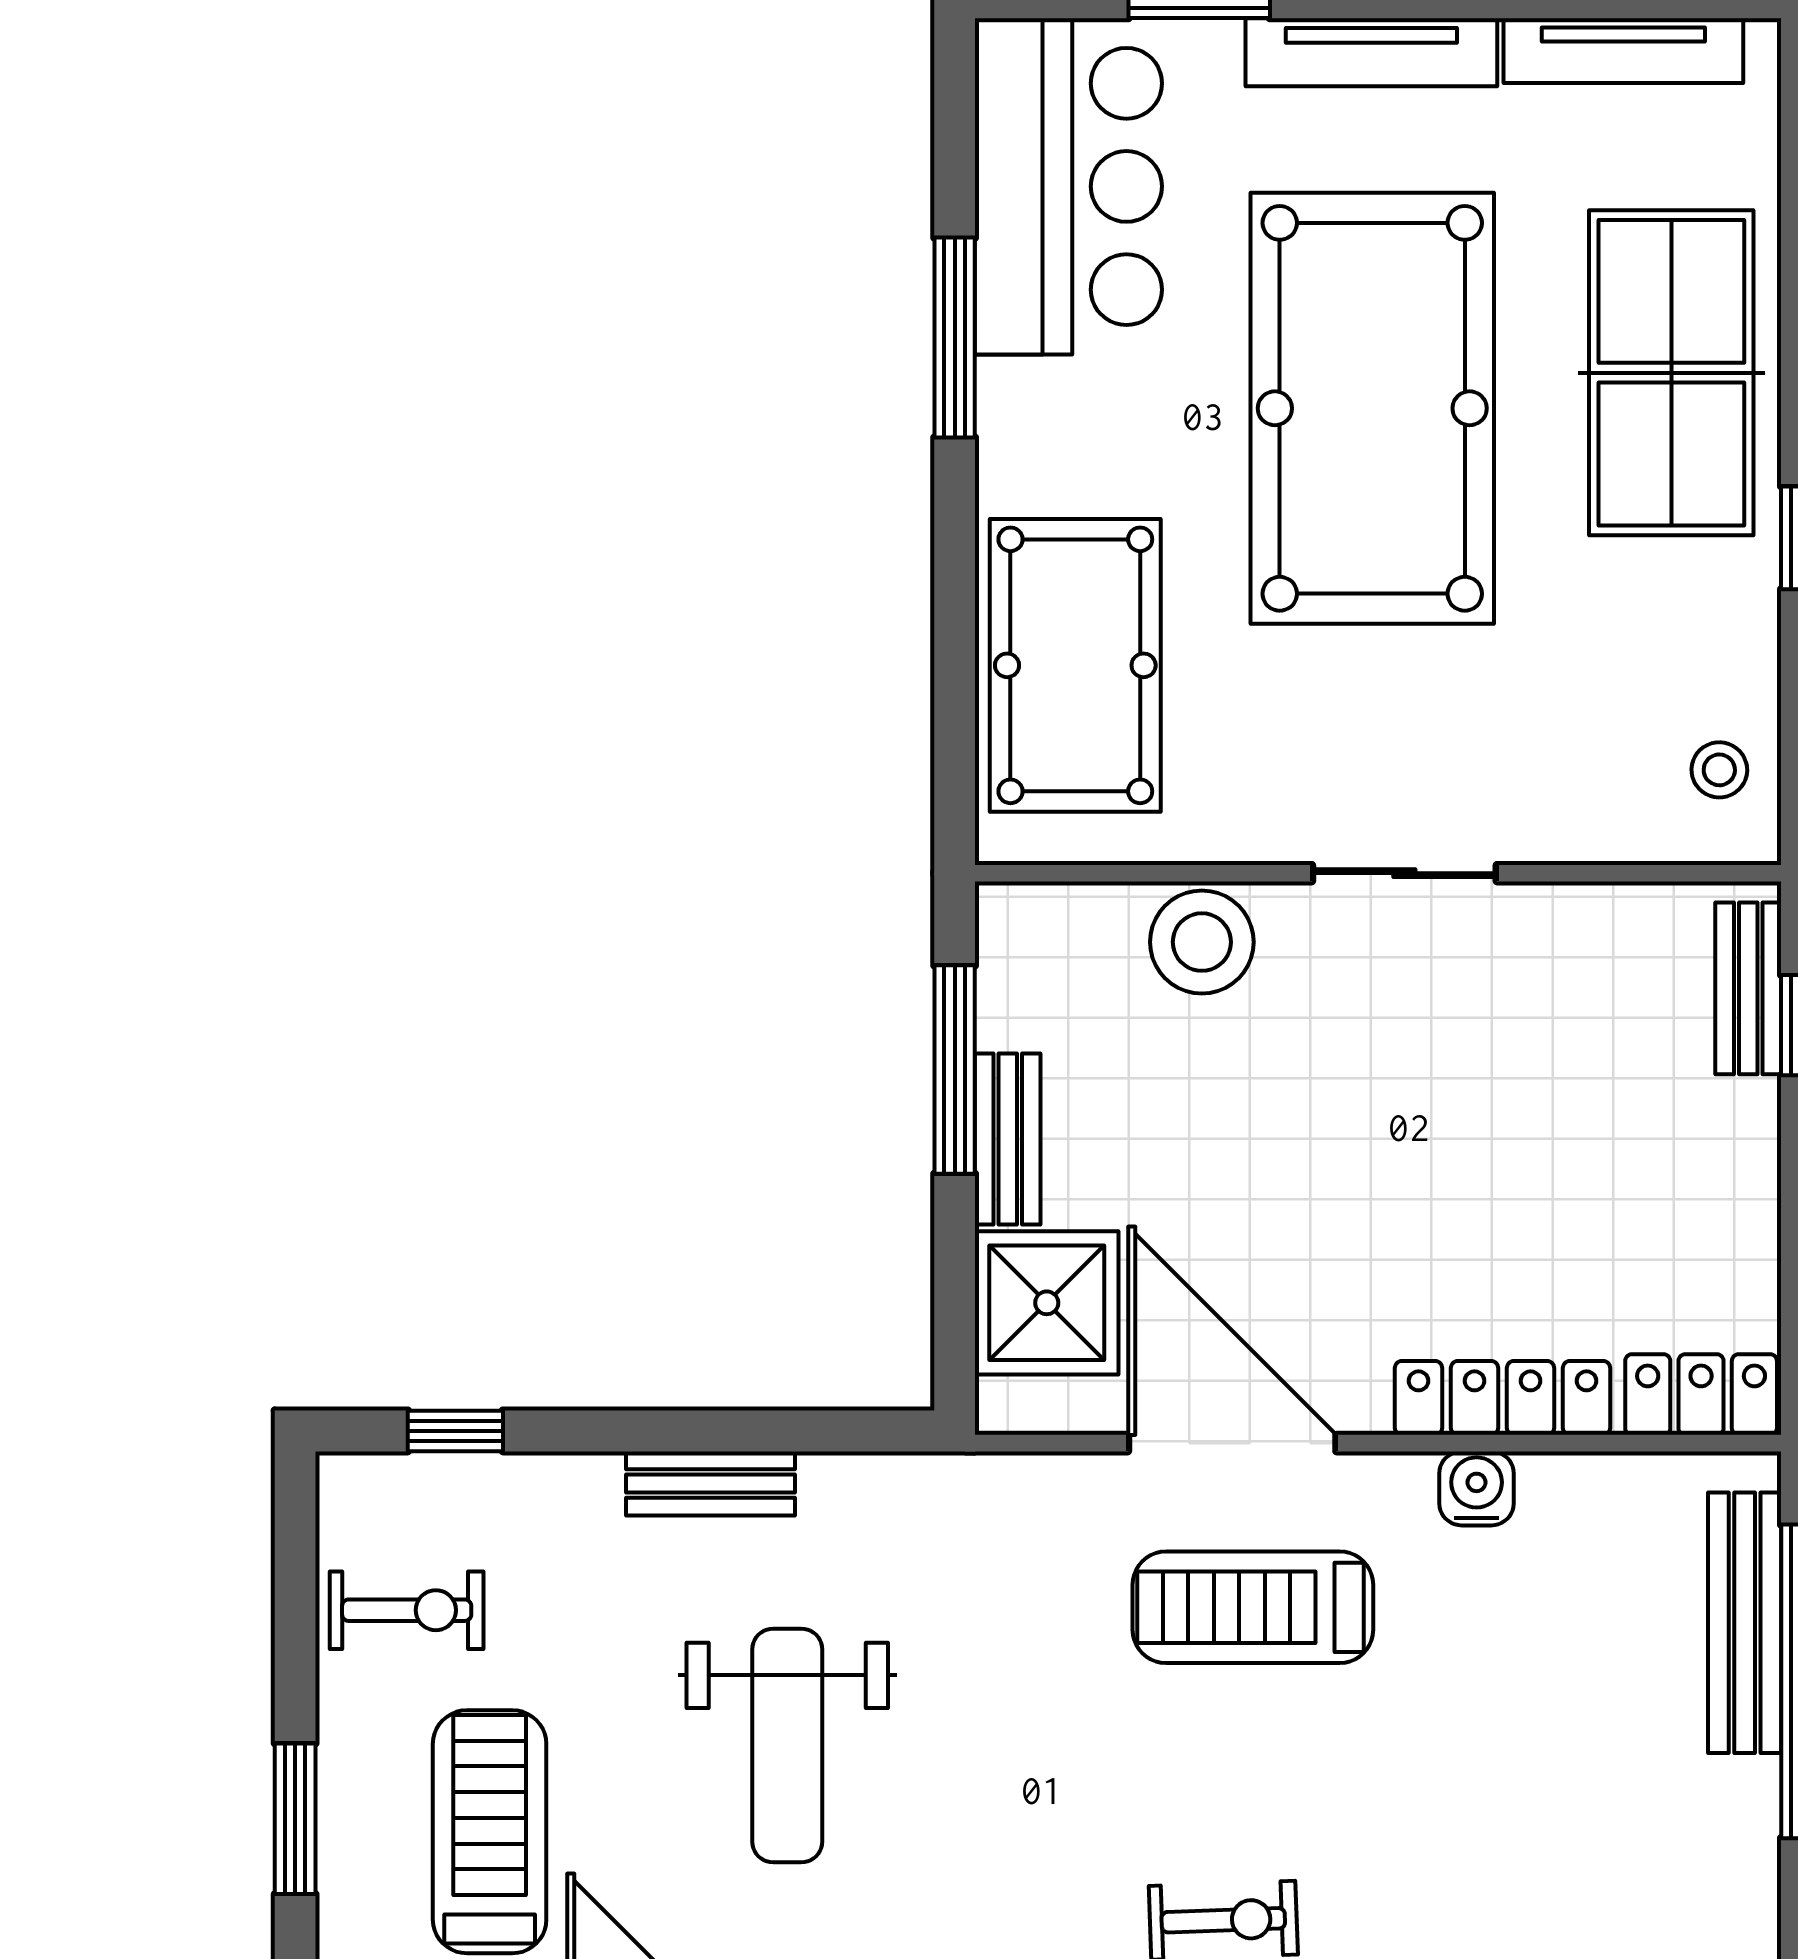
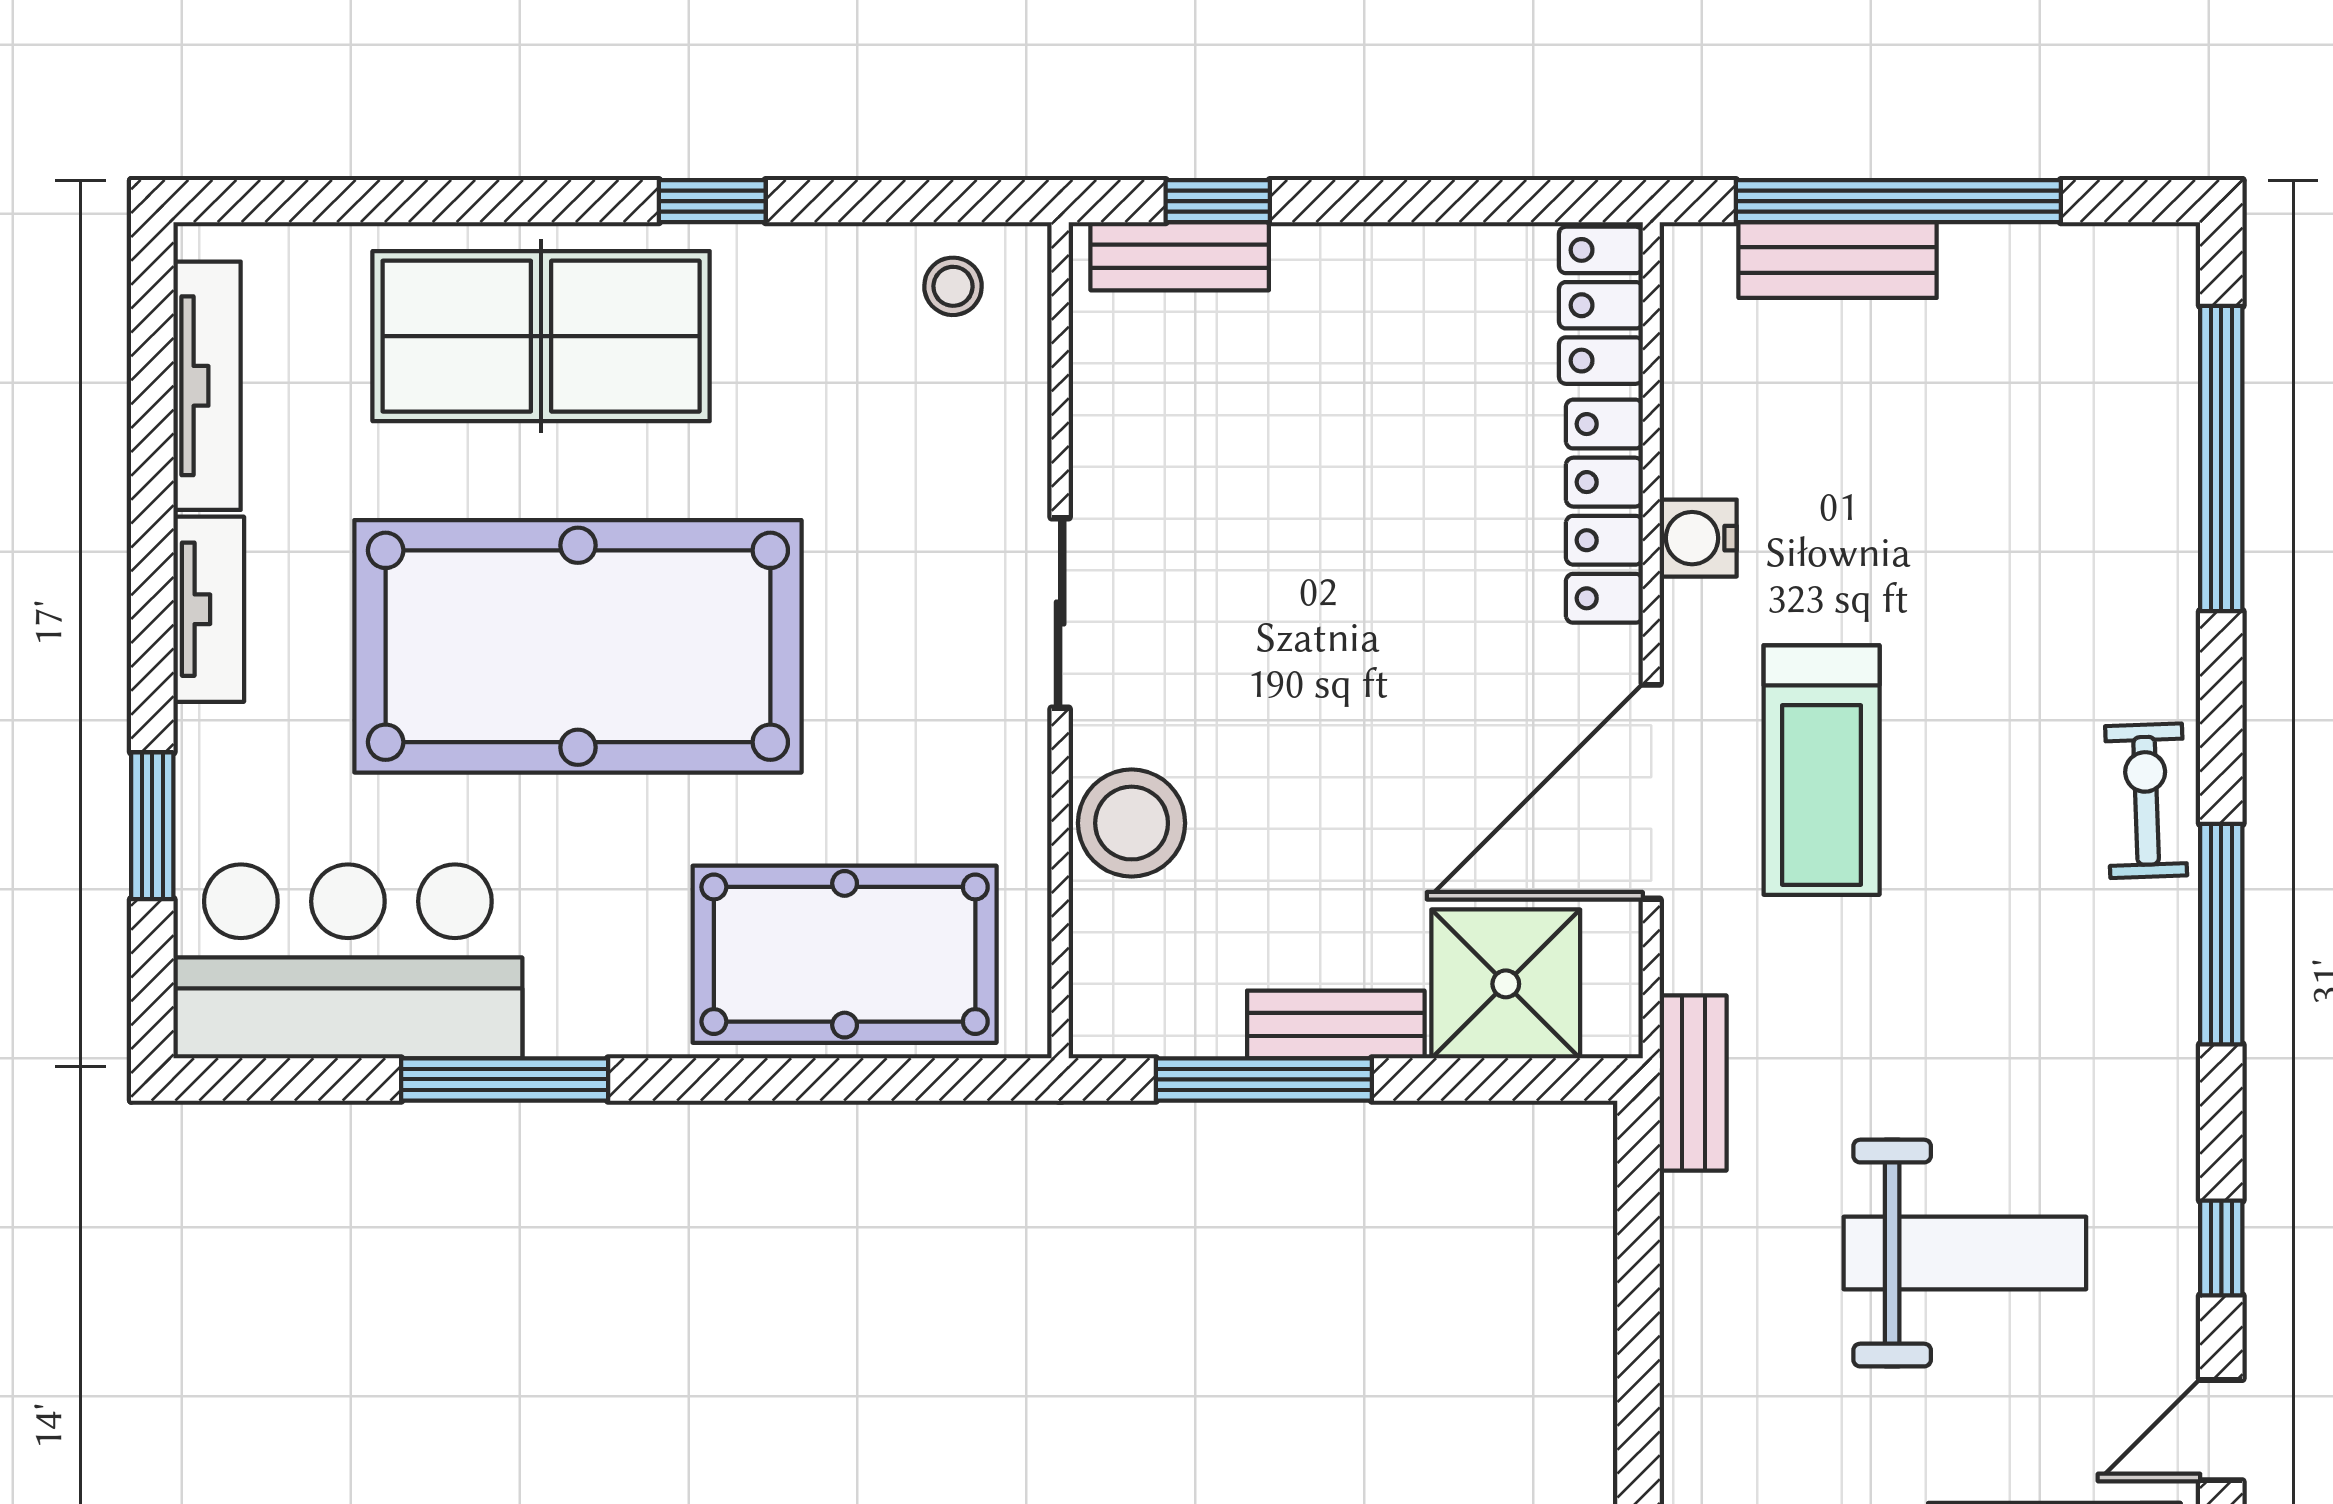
tv unit: (1371, 52) -> (209, 609), width x0.71
bench: (710, 1483) -> (1693, 1083), moved
bench: (1745, 1623) -> (1838, 260), width x0.73

